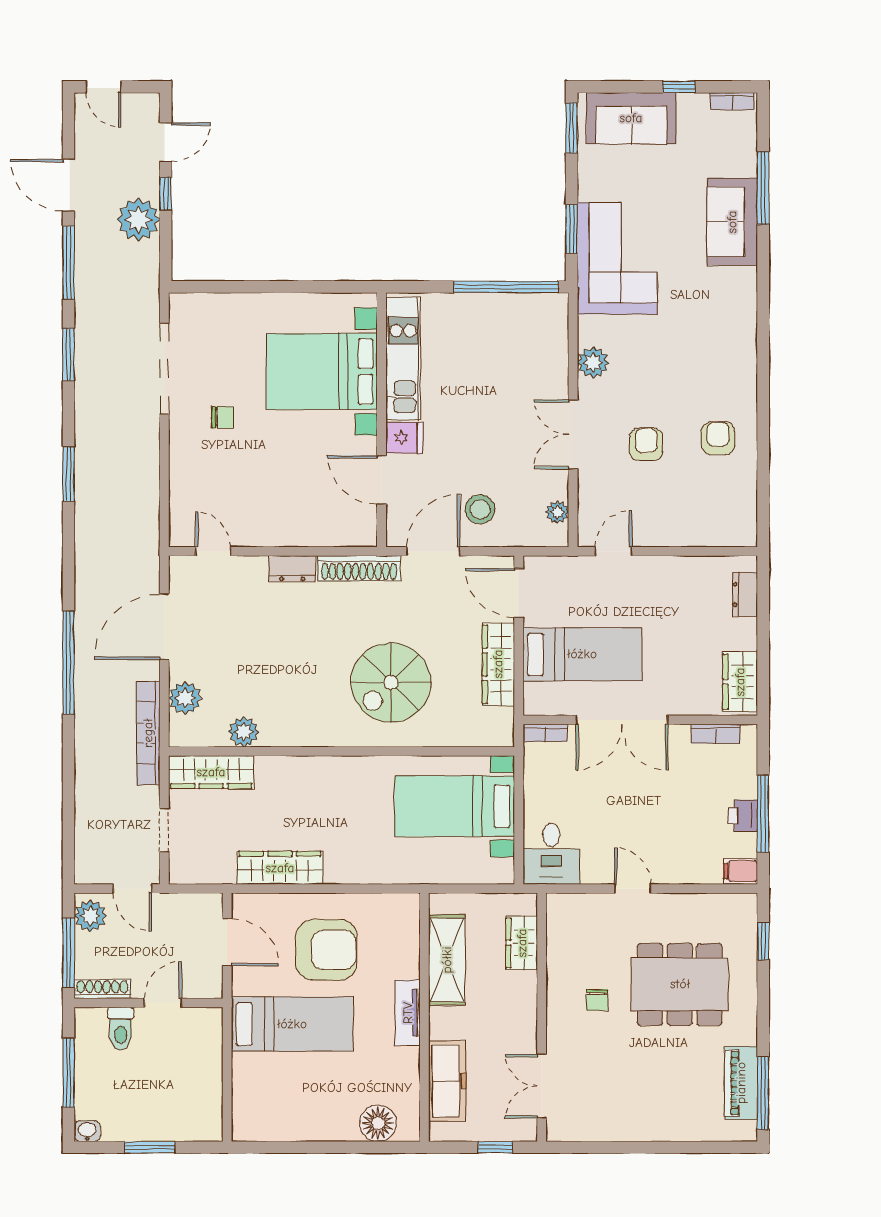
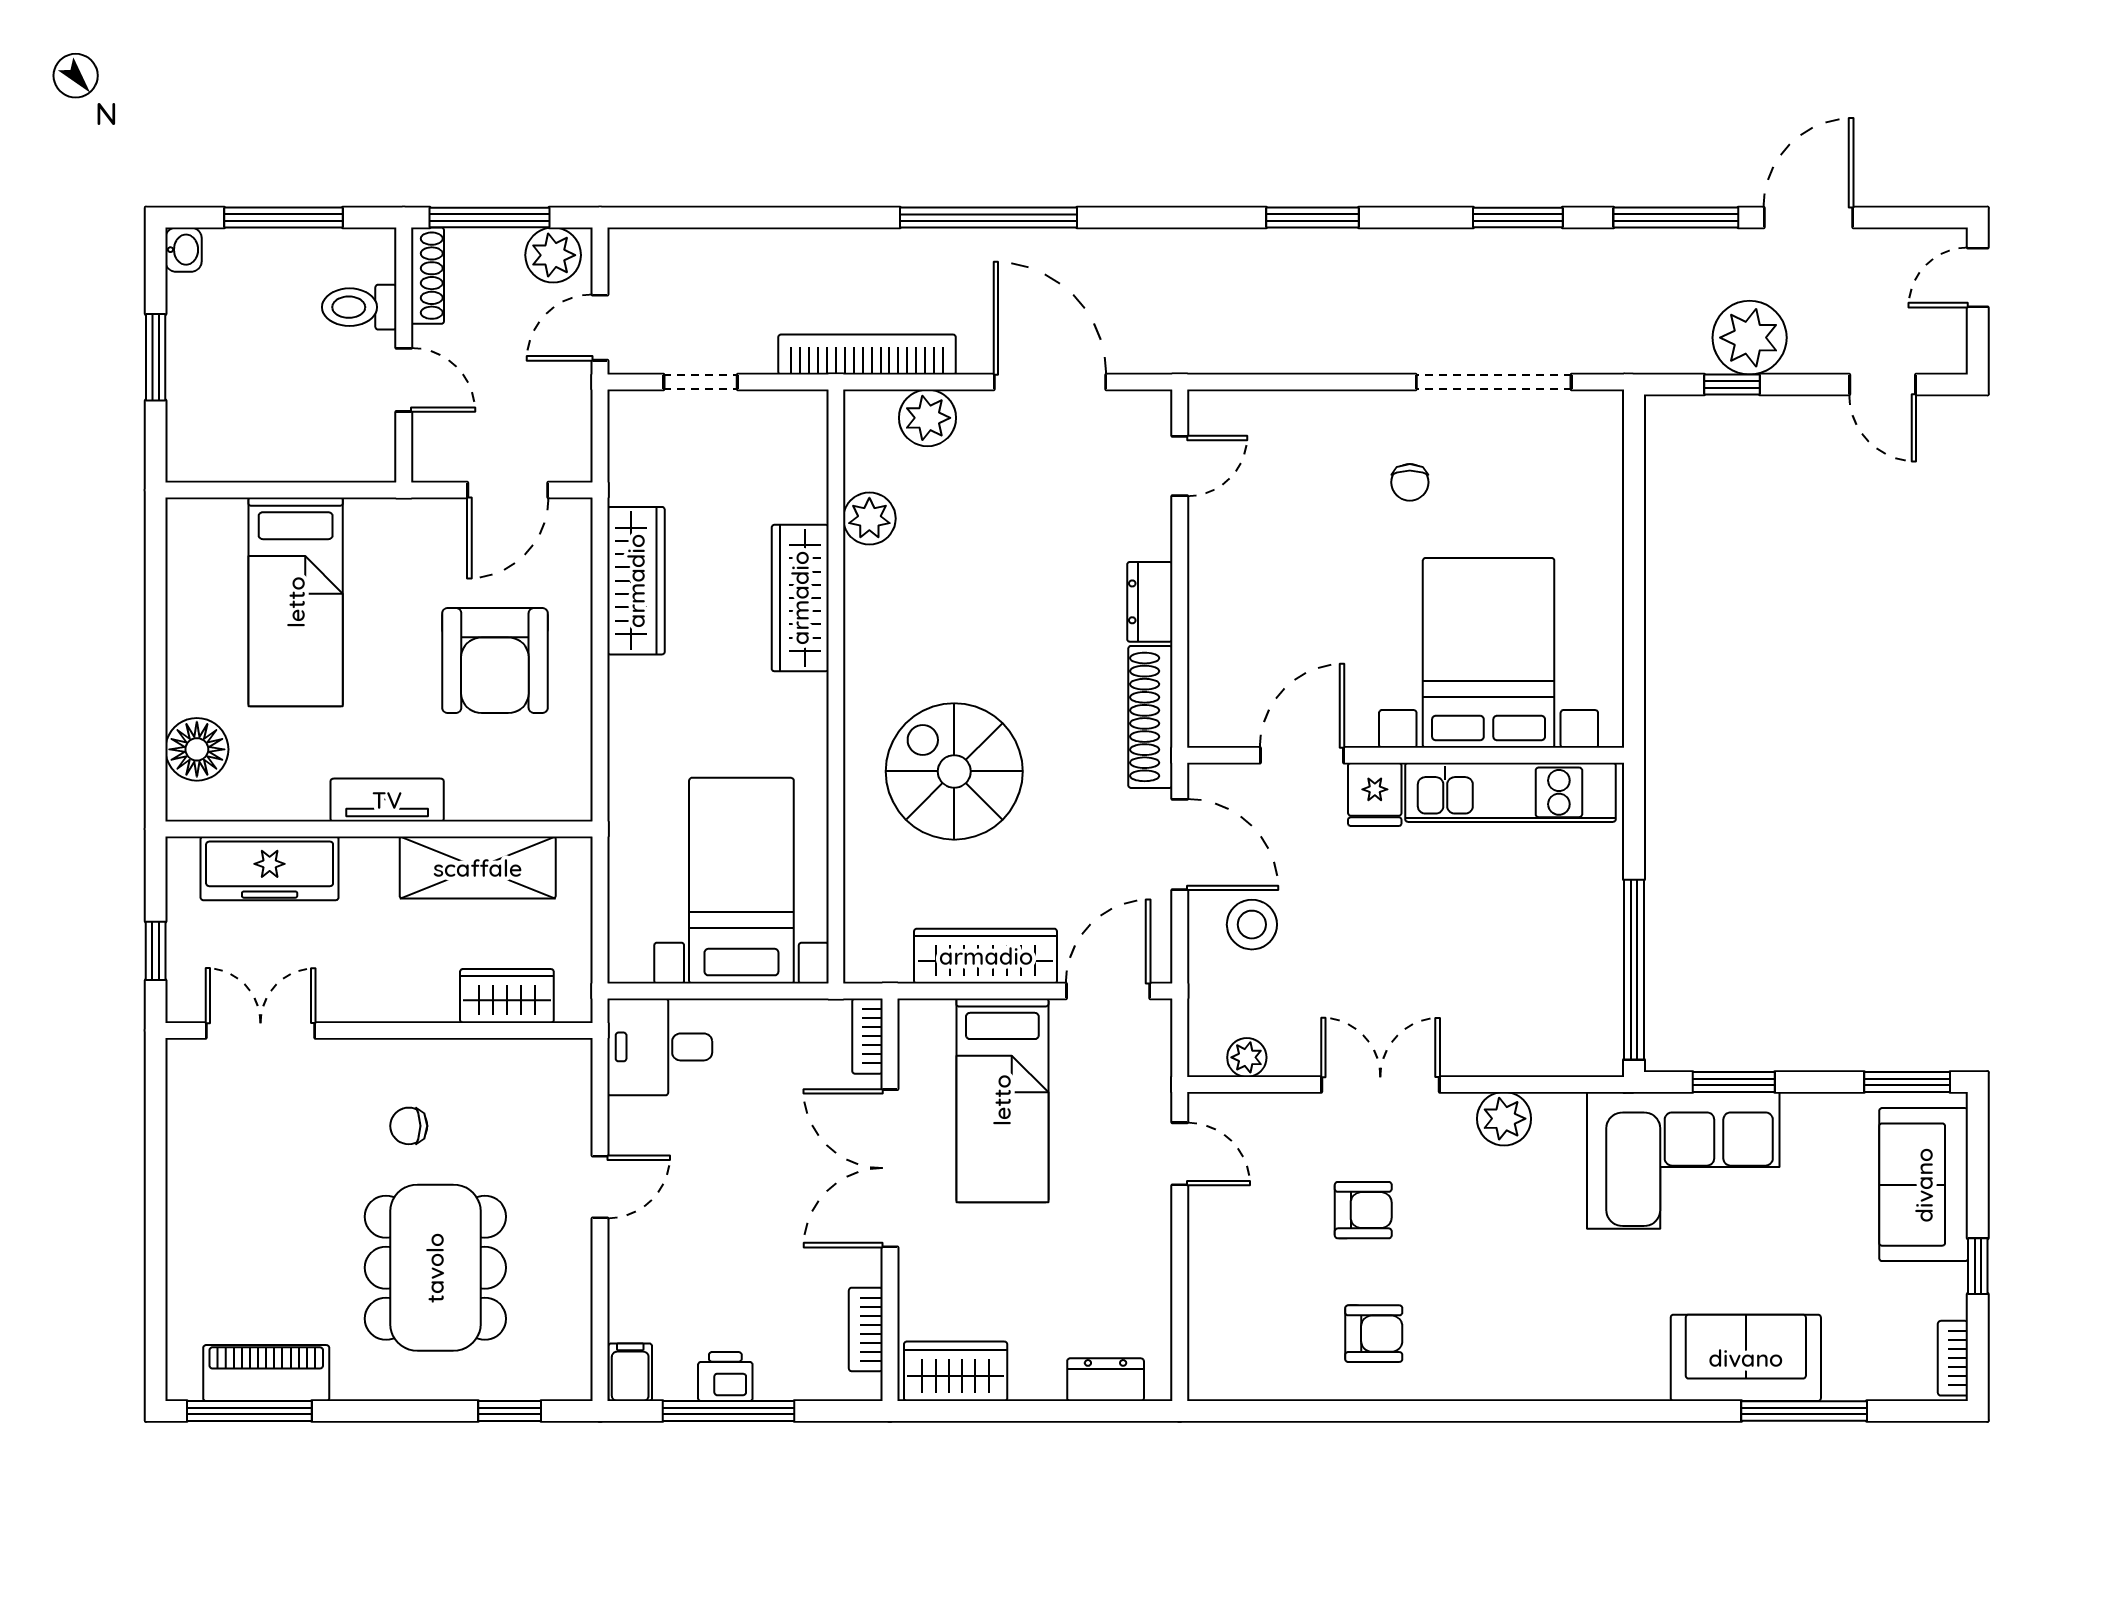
window: (166, 194) -> (1732, 385), moved
wardrobe: (211, 772) -> (800, 598), moved
bed: (292, 1024) -> (296, 602), moved

